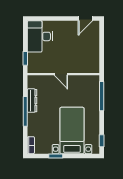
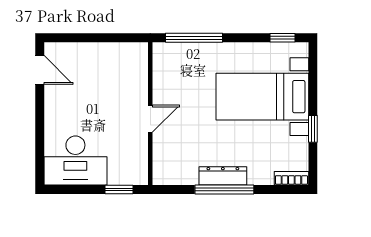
dresser: (32, 101) -> (223, 176), moved

